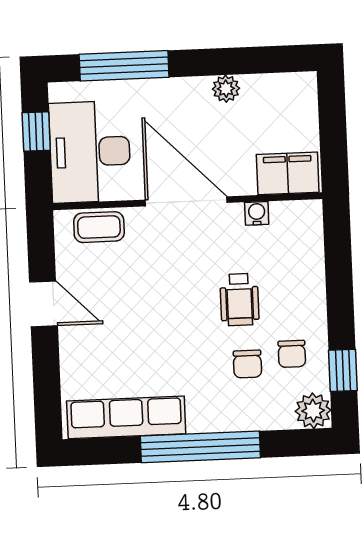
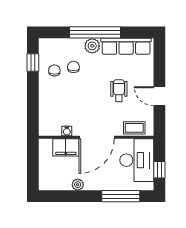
filing cabinet: (288, 173) -> (66, 147), moved
door: (186, 201) -> (97, 137), hinge flipped
wheelchair: (239, 299) -> (119, 91), moved
plant: (313, 411) -> (92, 46), moved

